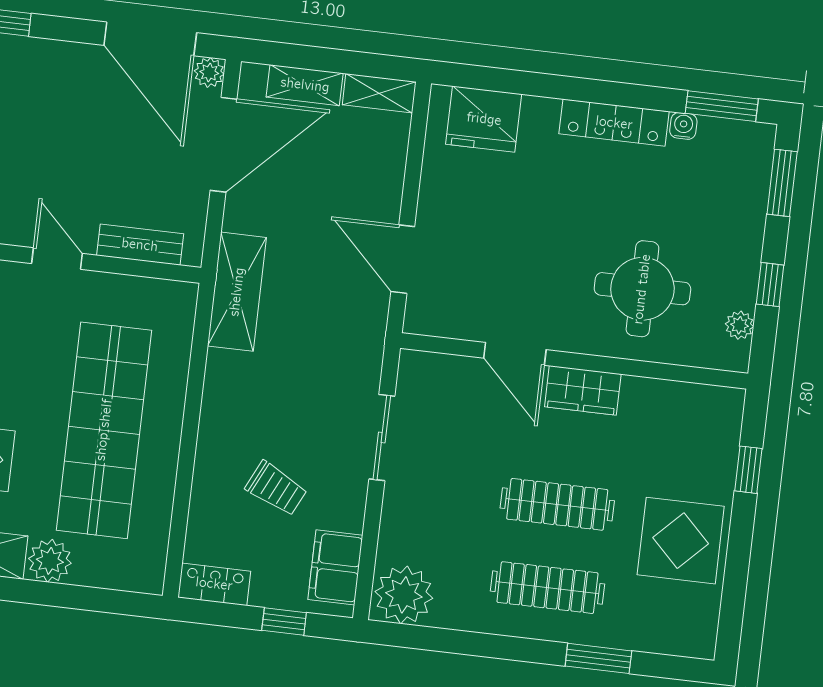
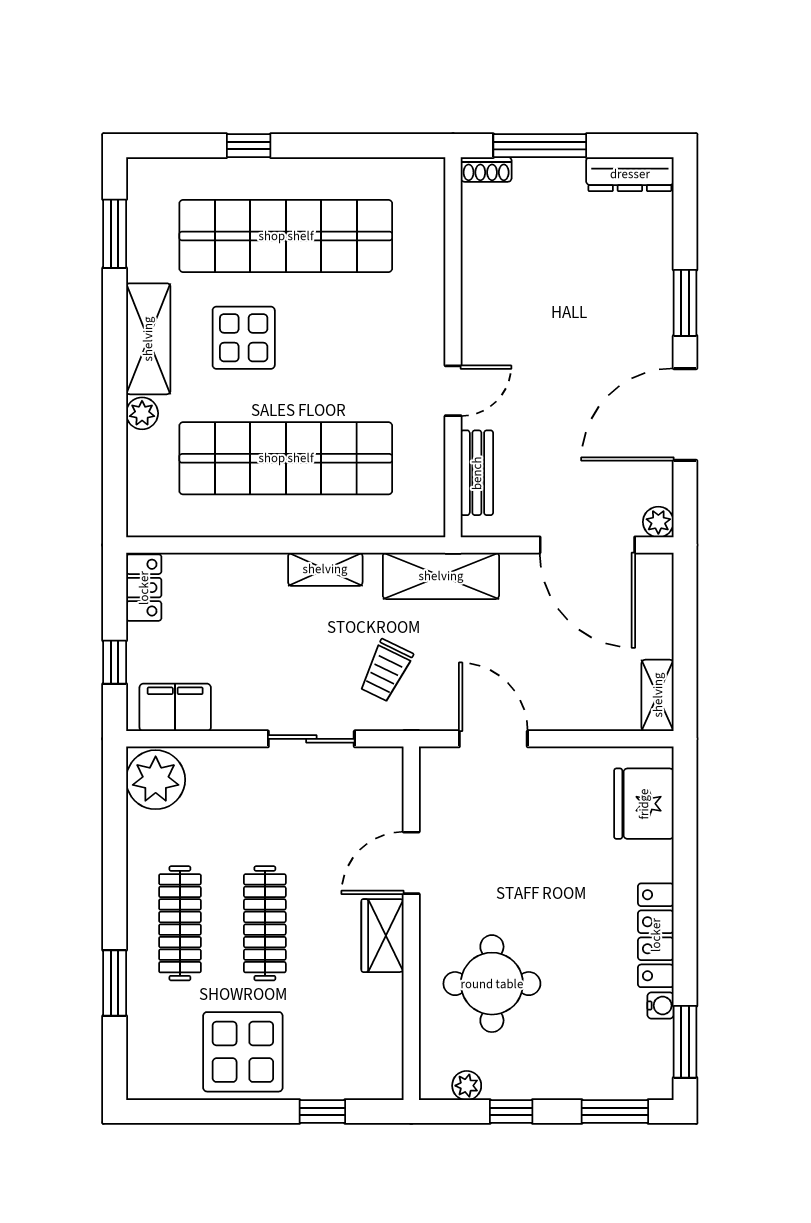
door: (150, 39) -> (685, 415), moved
shelving: (305, 85) -> (325, 569), moved, turned 90
door: (403, 259) -> (493, 739), hinge flipped
trolley: (276, 489) -> (386, 671), moved
plant: (50, 561) -> (142, 413), width x0.73, depth x0.73

